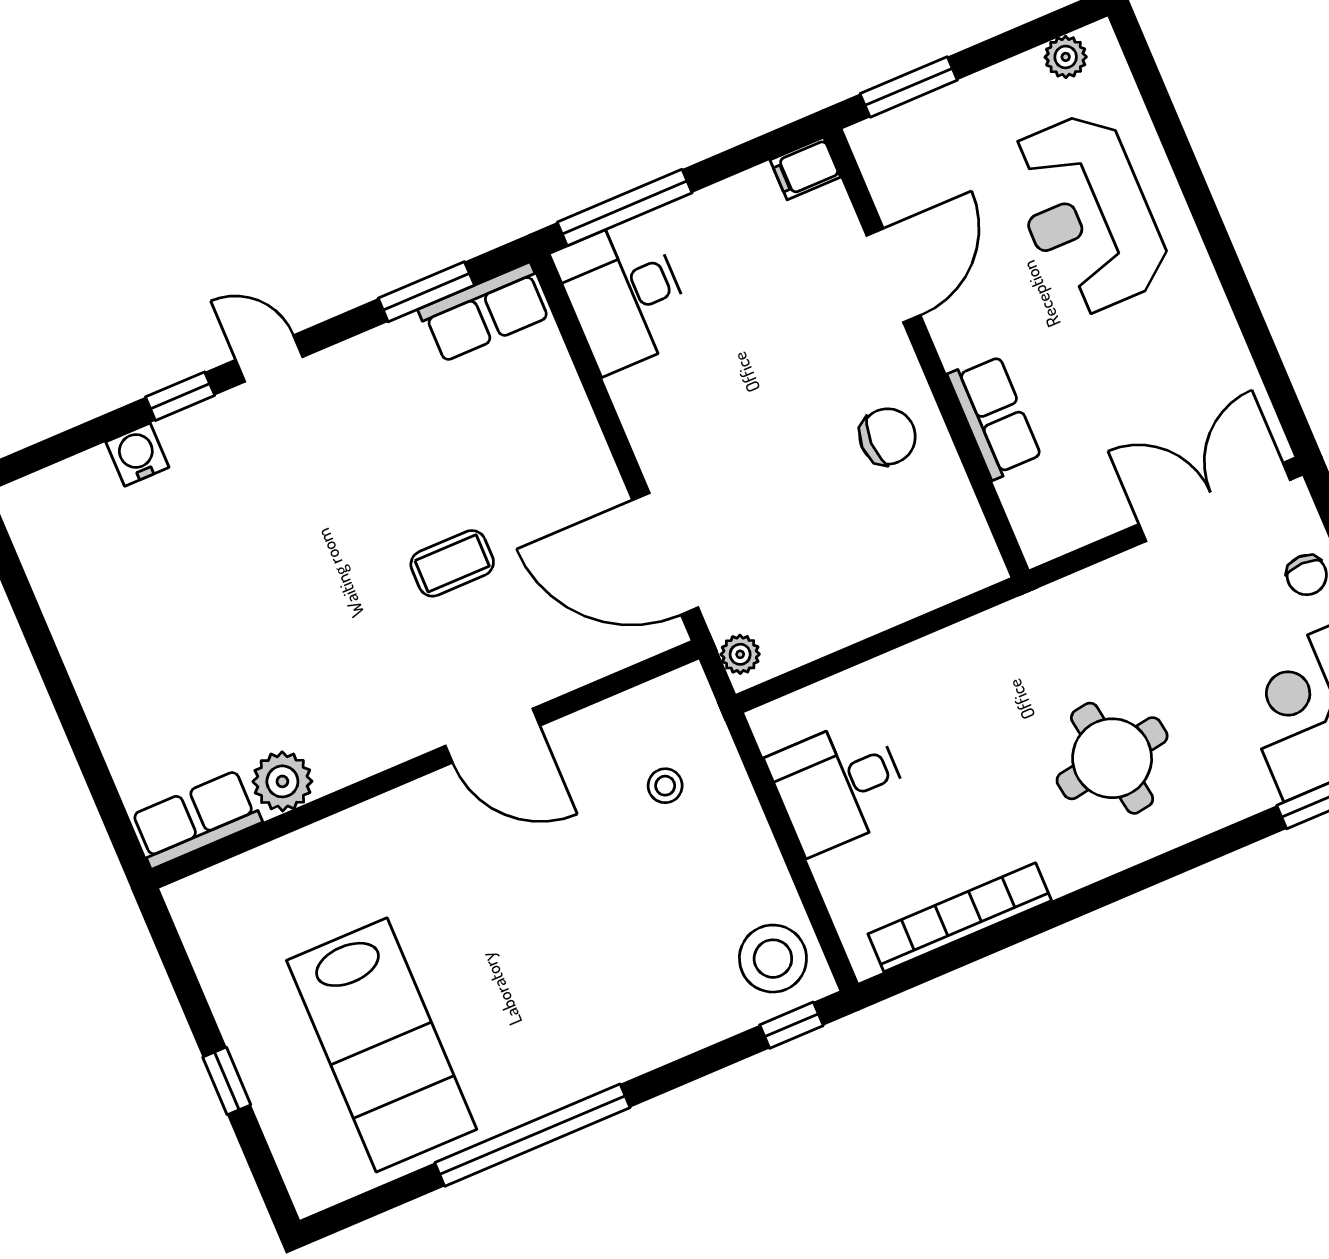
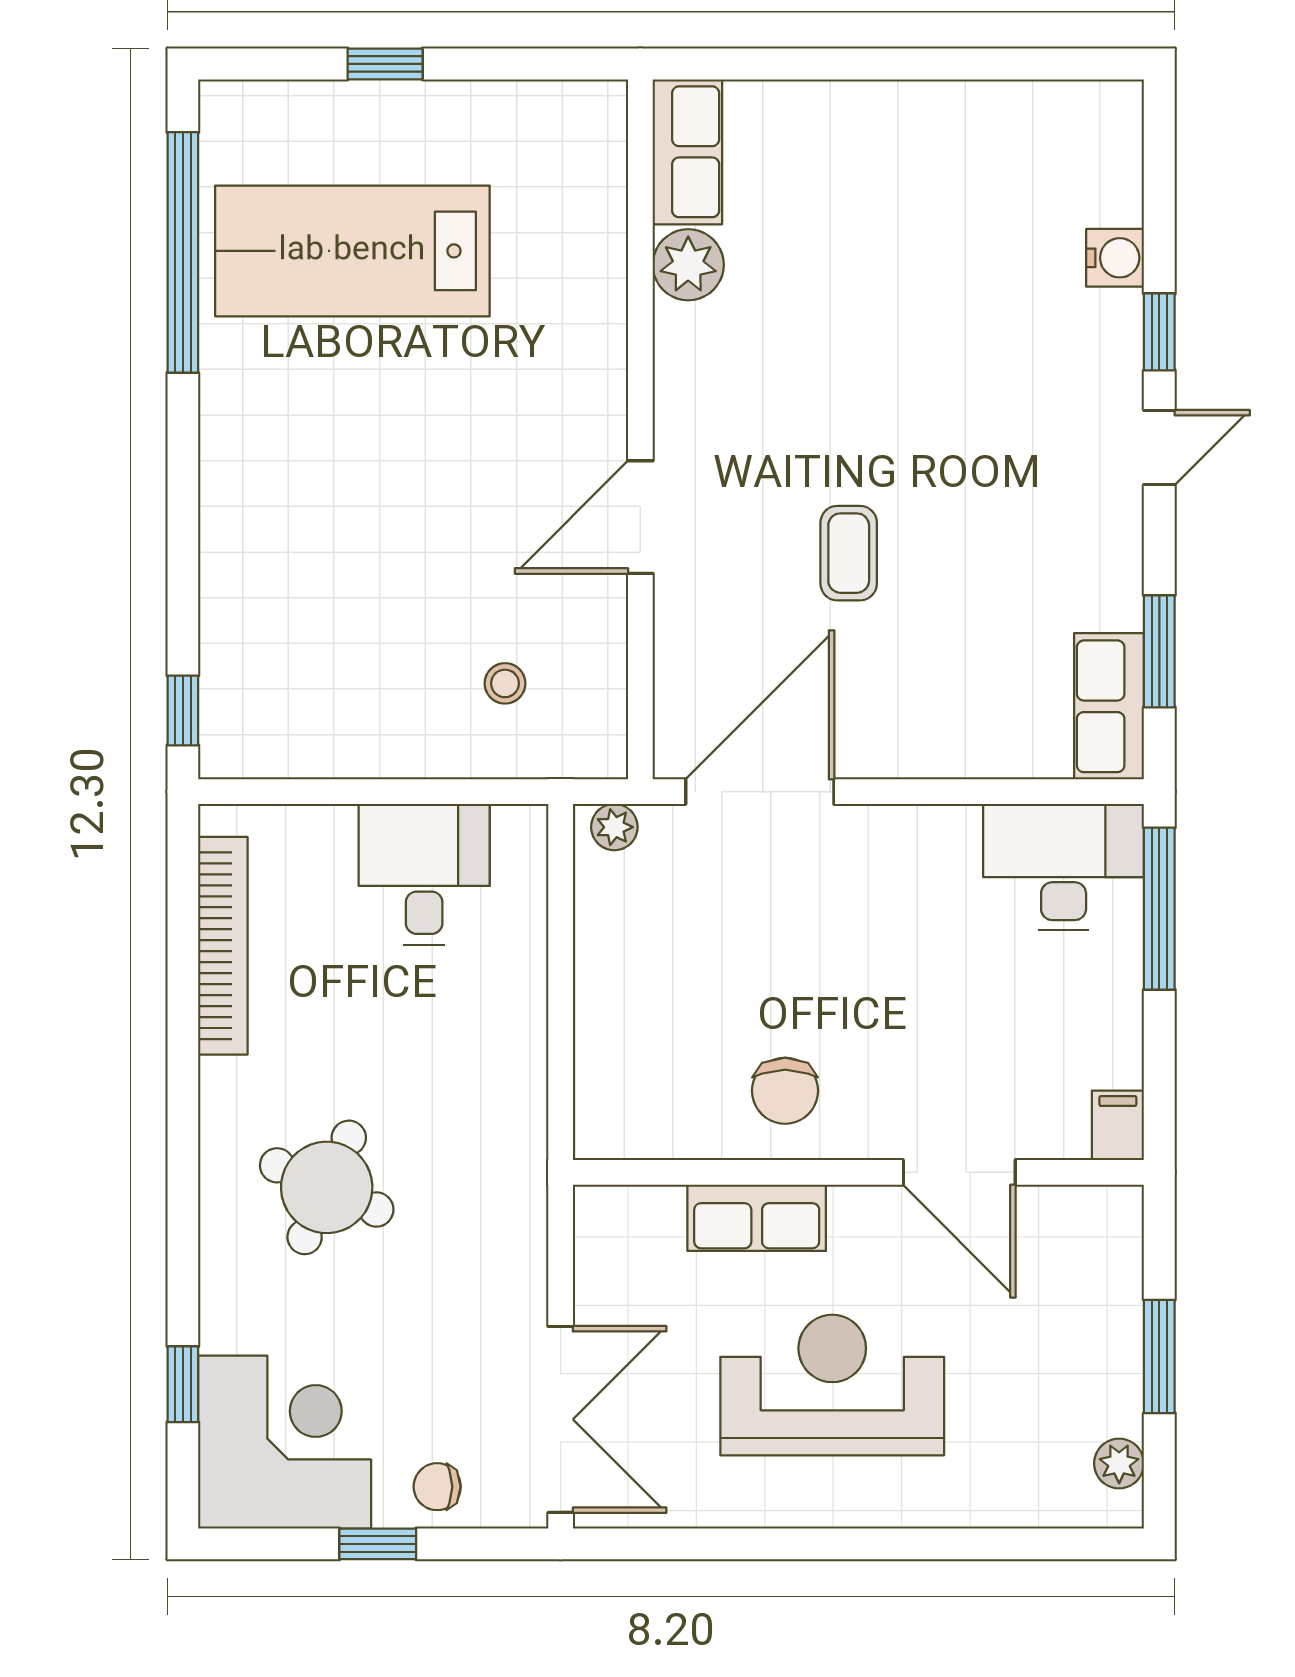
window: (909, 87) -> (1159, 1356), moved
reception desk: (1087, 214) -> (832, 1385), moved
round table: (1112, 758) -> (327, 1187), turned 33
stool: (773, 959) -> (265, 721), removed
window: (532, 1135) -> (183, 252), moved

